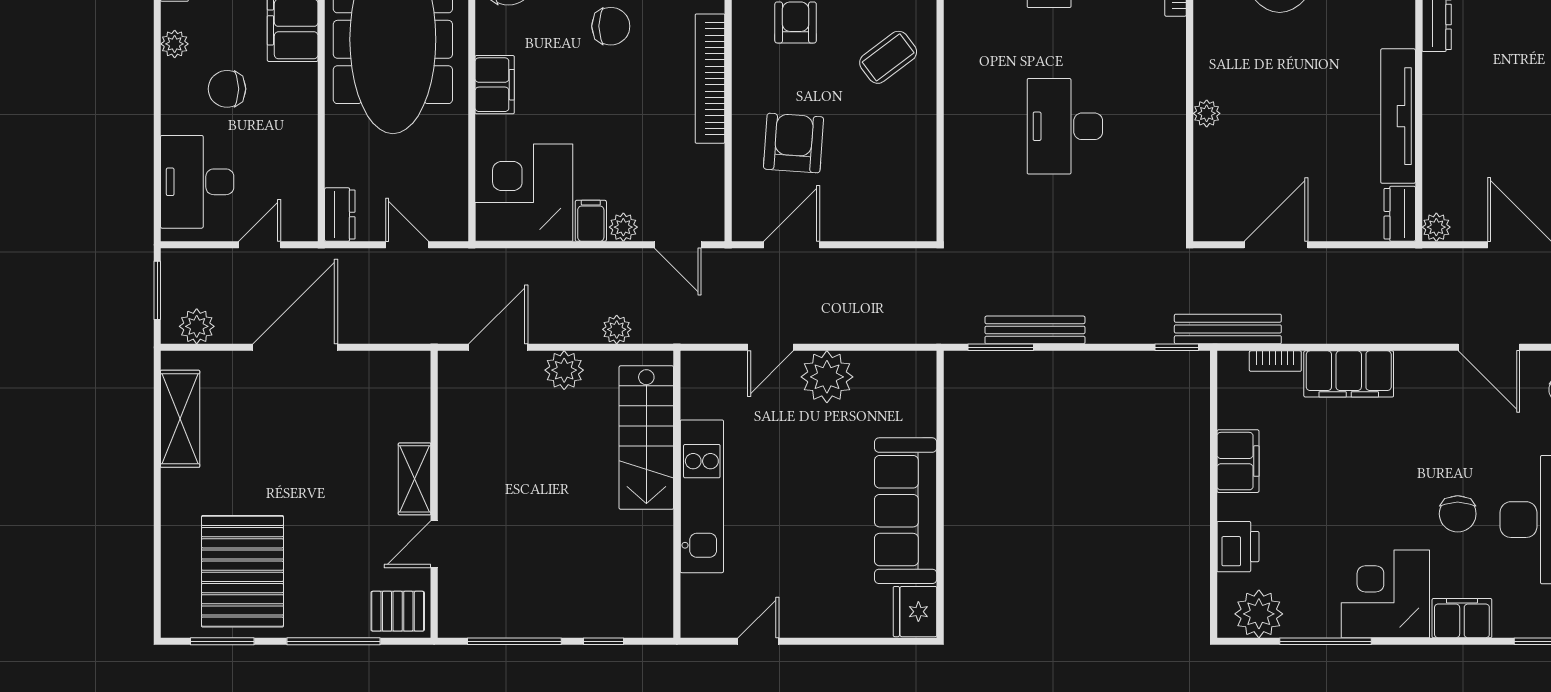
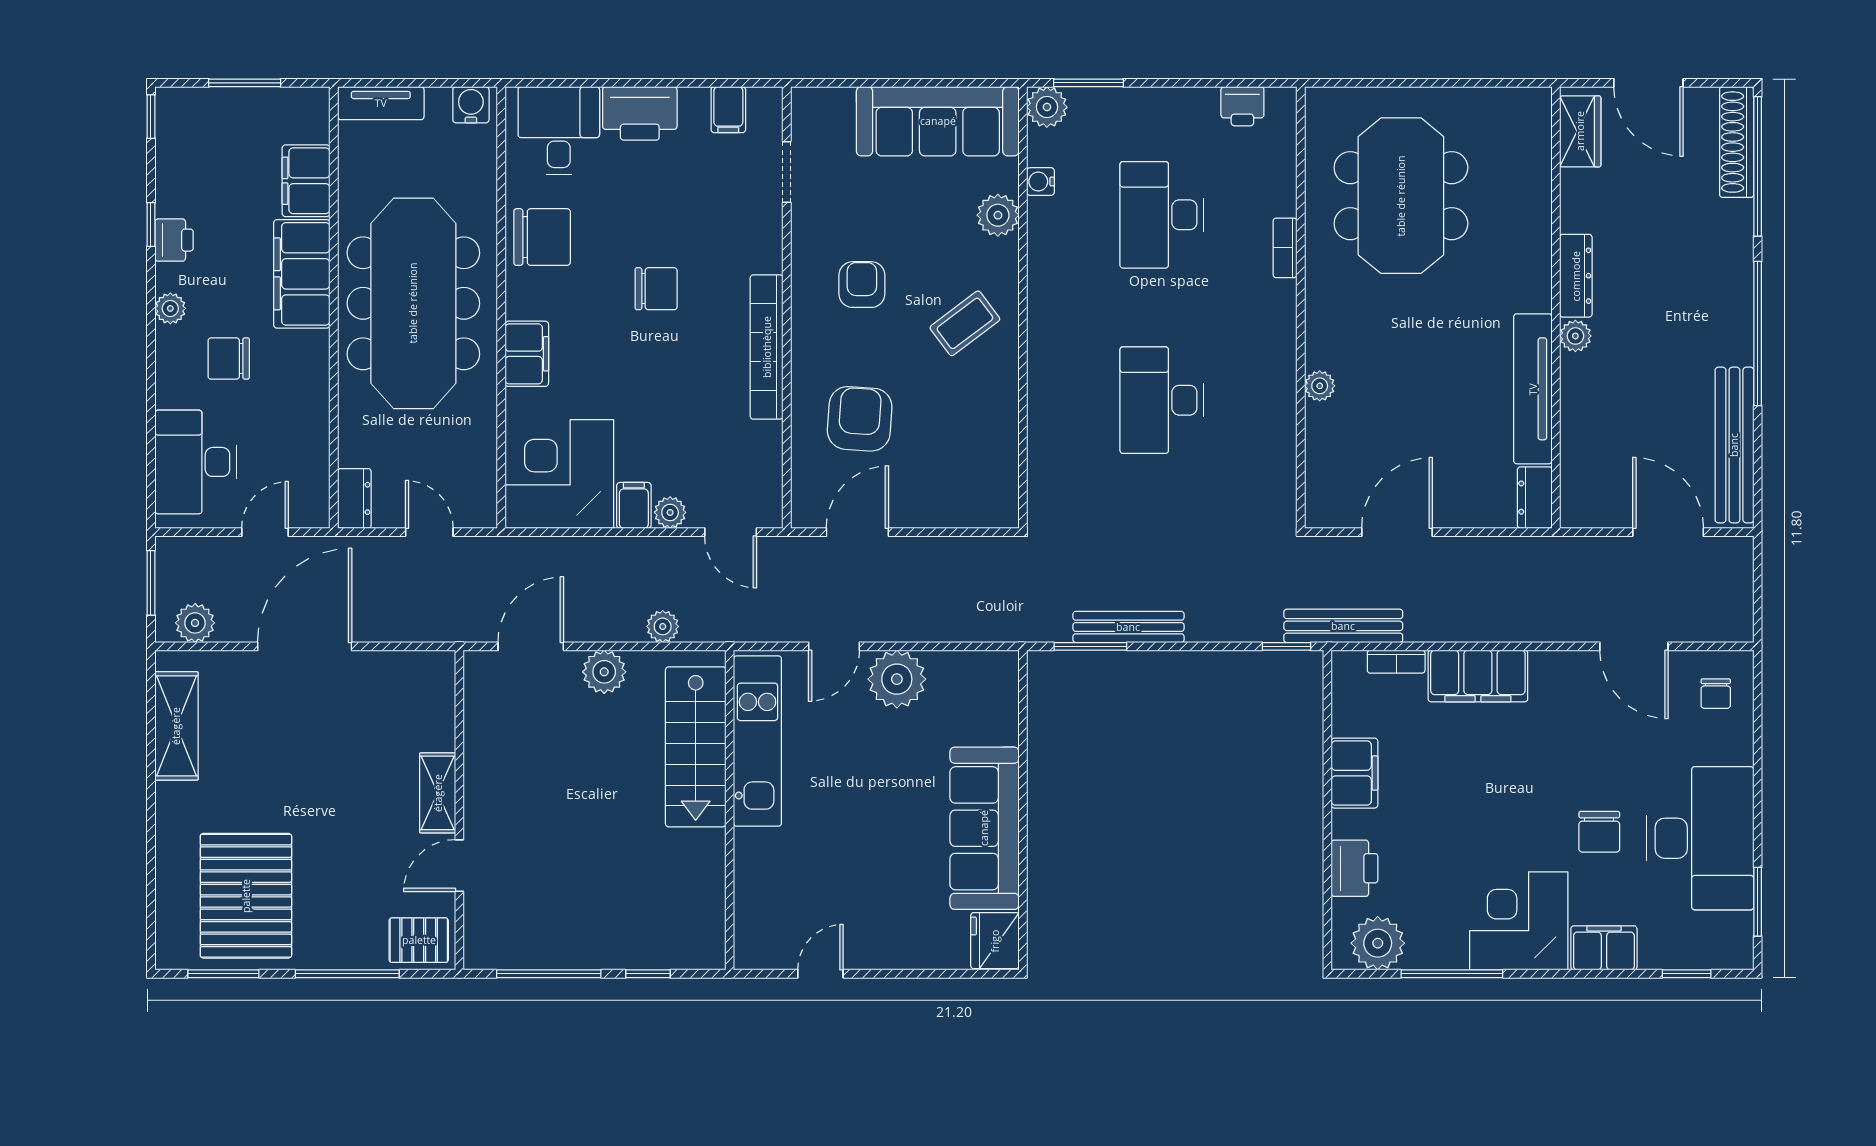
plant: (1436, 227) -> (1575, 336), moved
kitchen unit: (702, 496) -> (757, 741), moved

